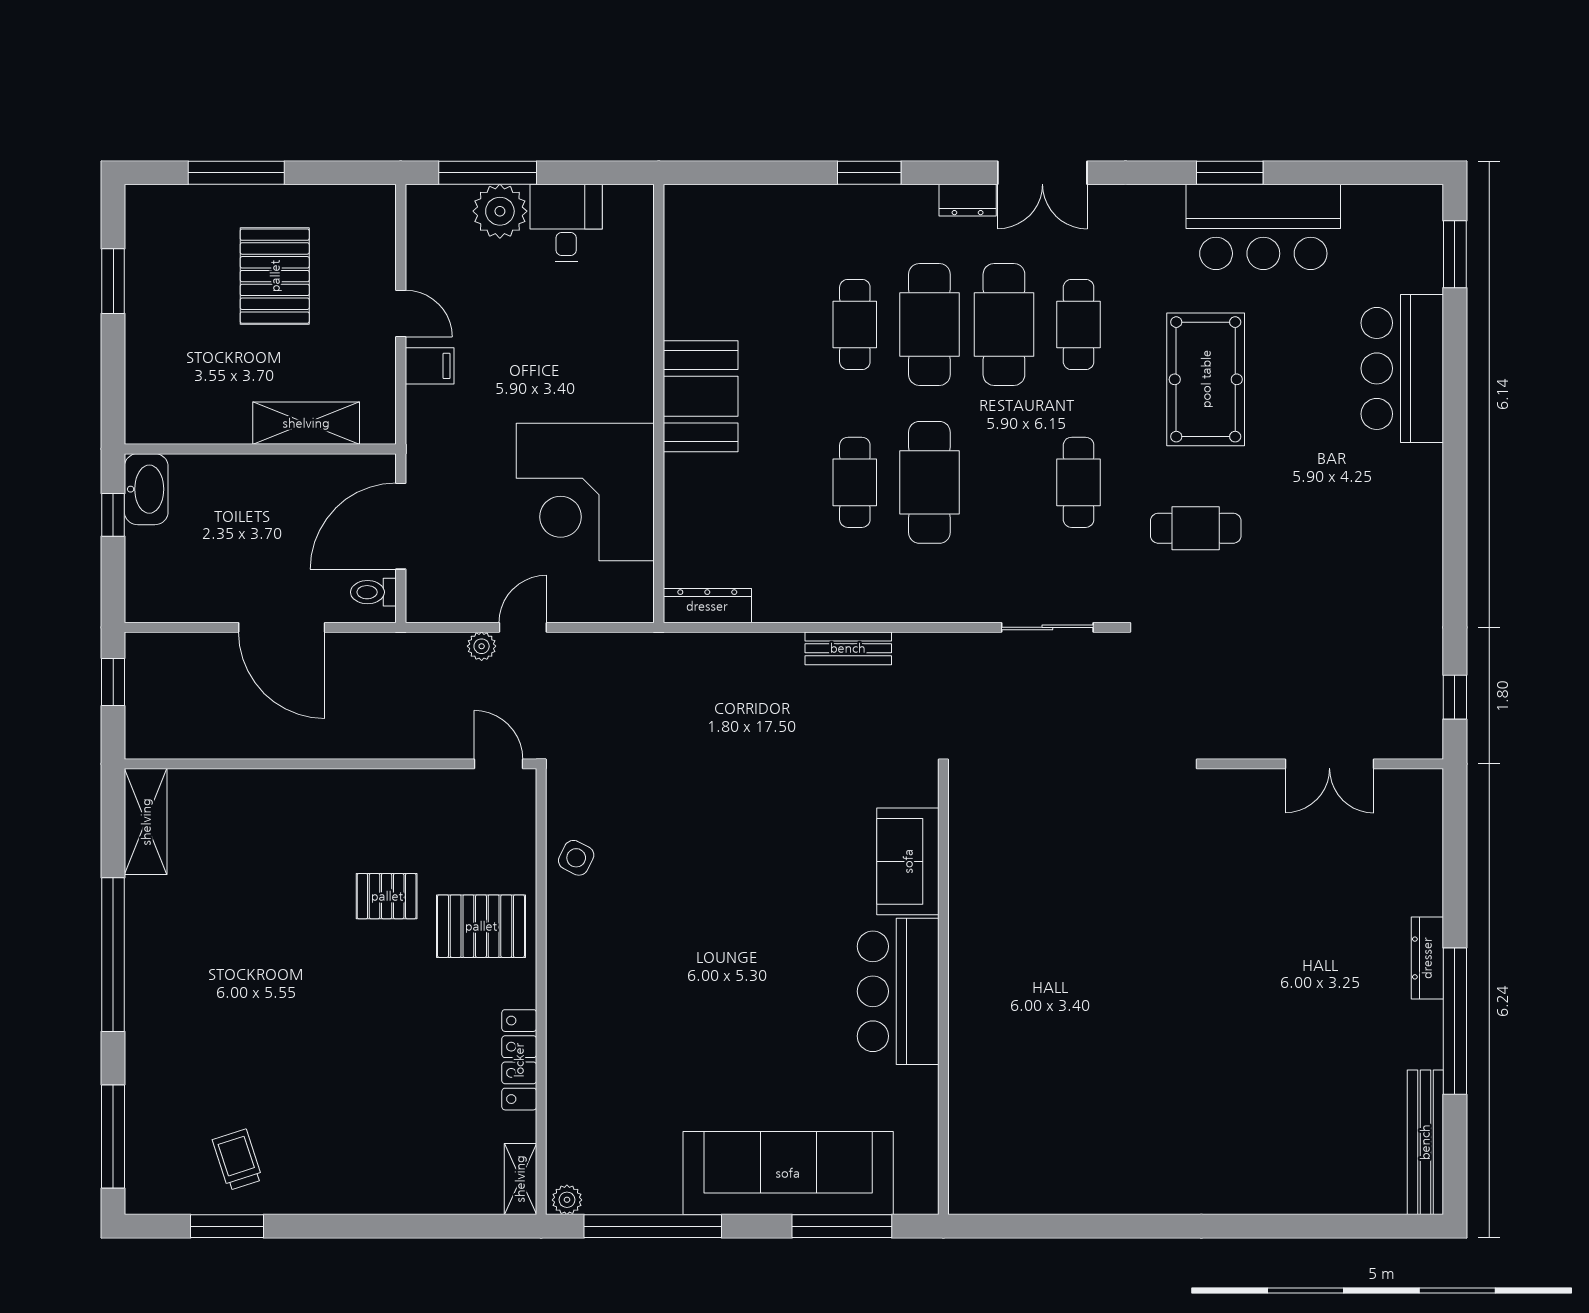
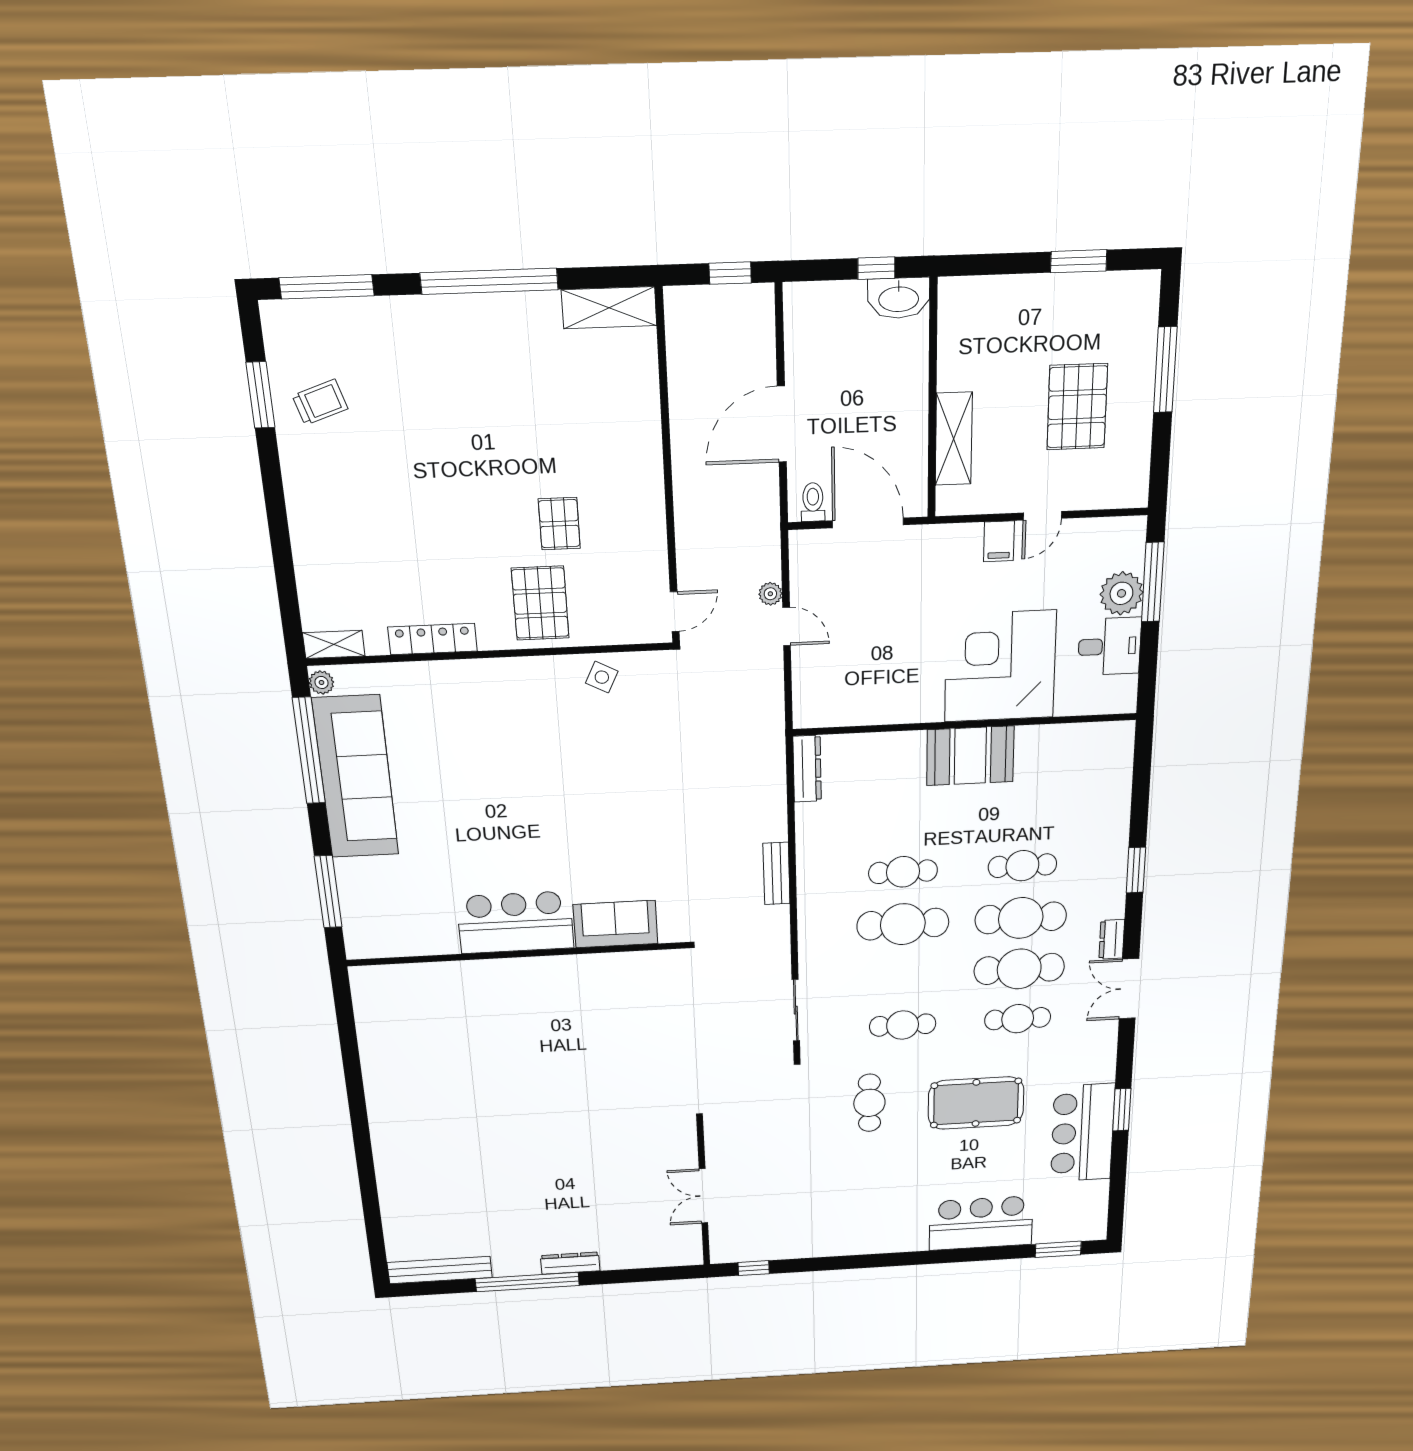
pallet: (275, 276) -> (1077, 407), turned 90
corner desk: (585, 492) -> (1000, 666), moved
sofa: (788, 1173) -> (356, 777), moved

